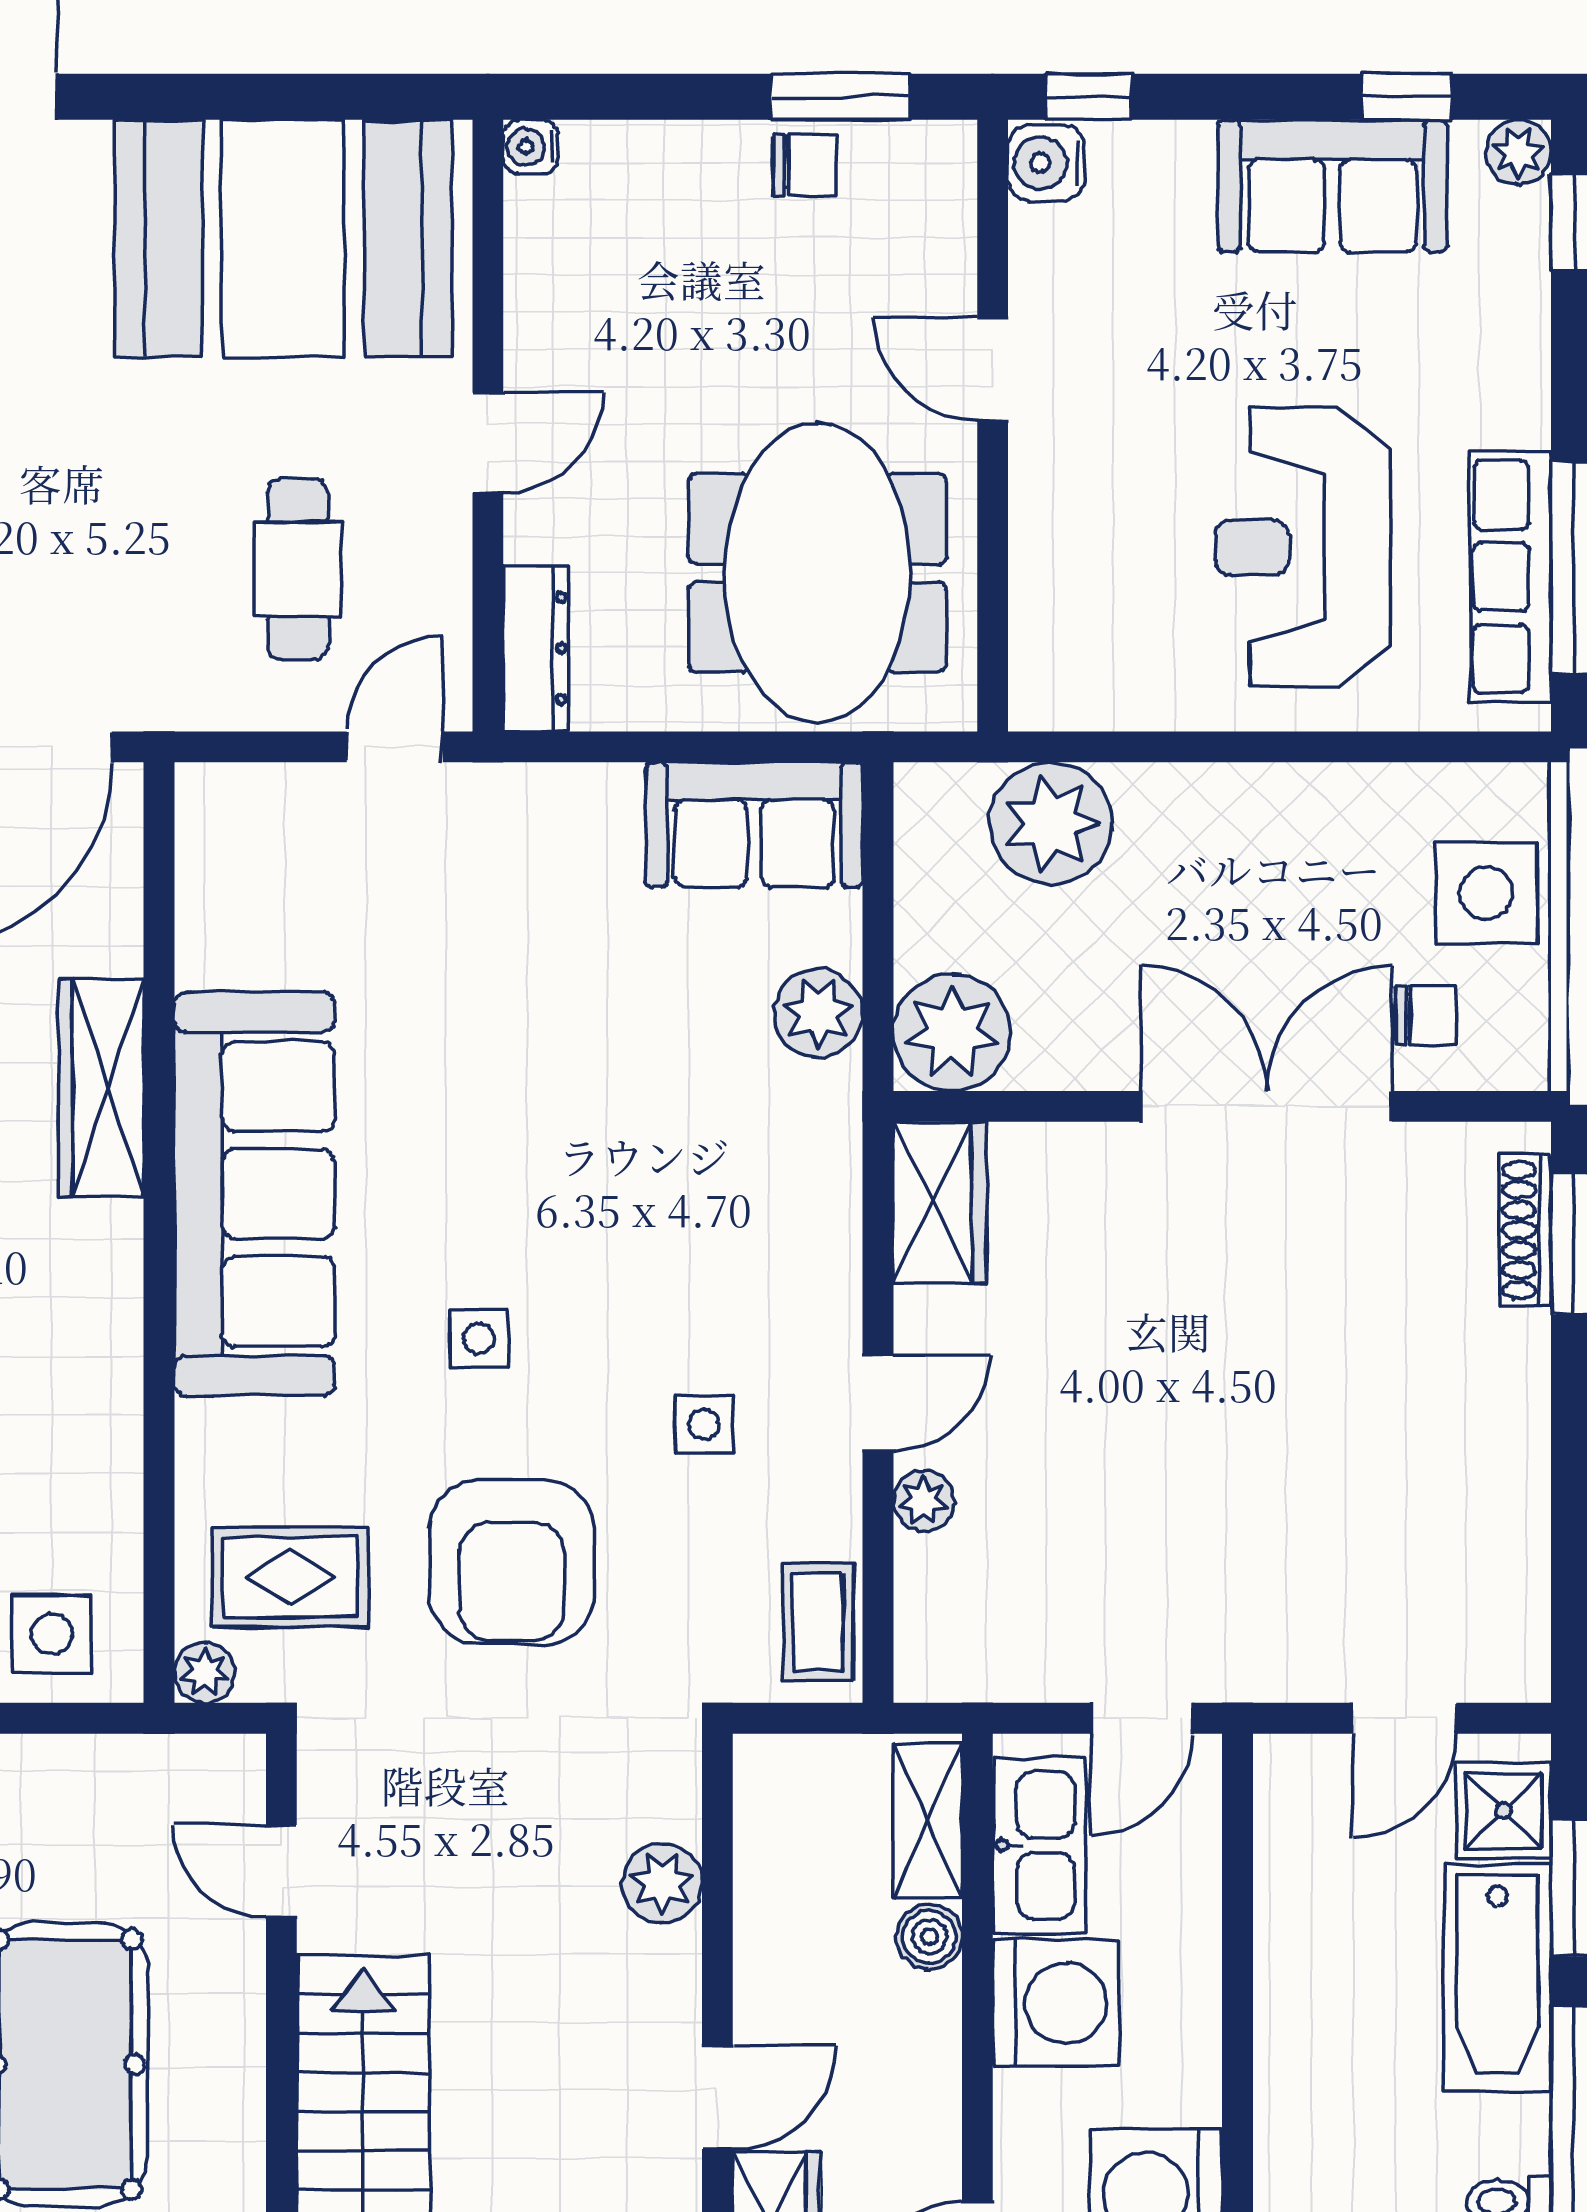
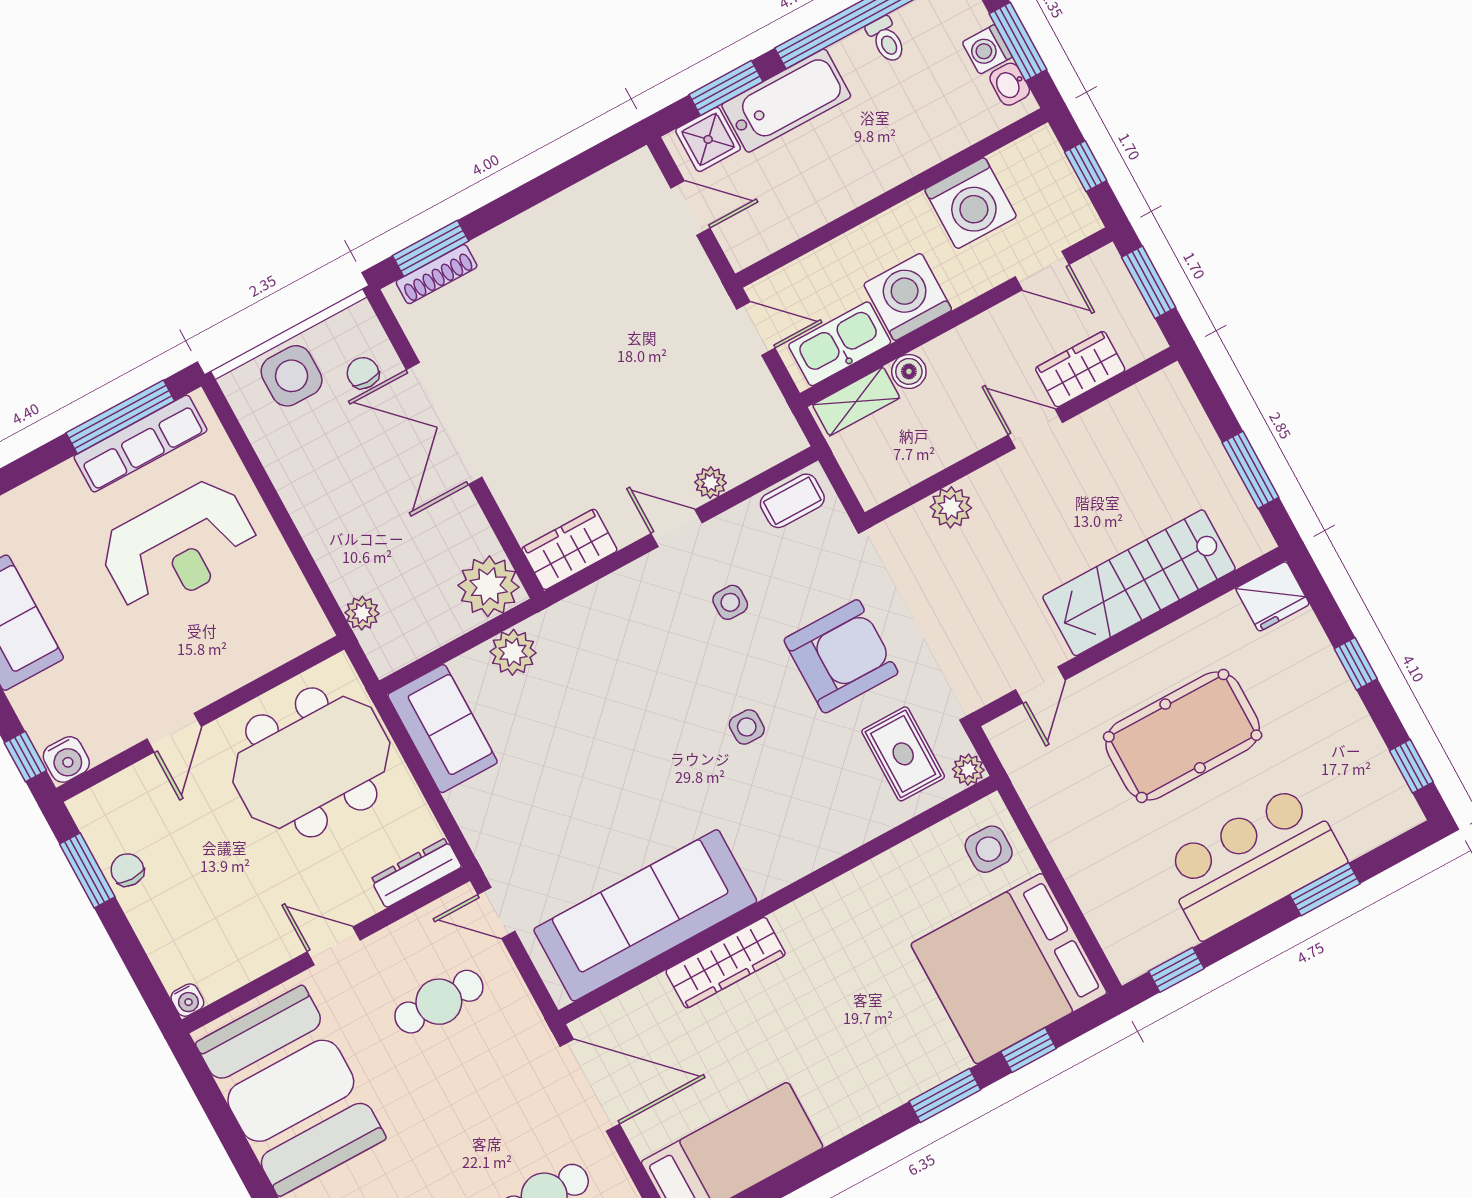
plant: (1051, 823) -> (362, 613), width x0.53, depth x0.53
sofa: (254, 1194) -> (645, 915), moved

